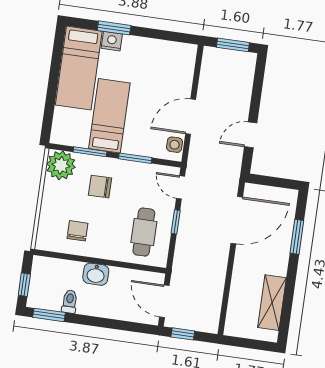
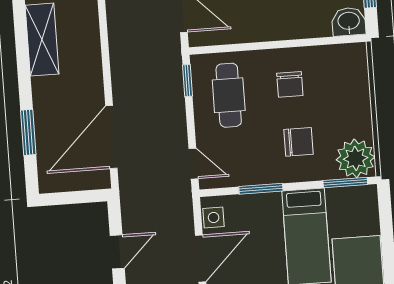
window: (90, 152) -> (345, 183), moved
window: (176, 222) -> (188, 81), moved
chair: (77, 231) -> (290, 84), moved
washbasin: (96, 274) -> (349, 22), moved

